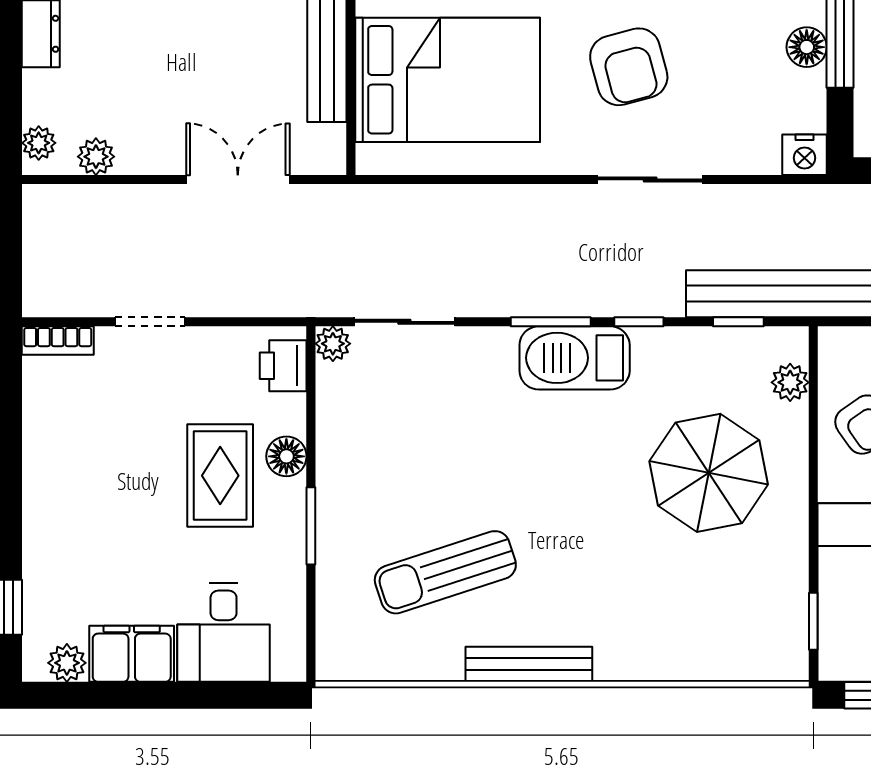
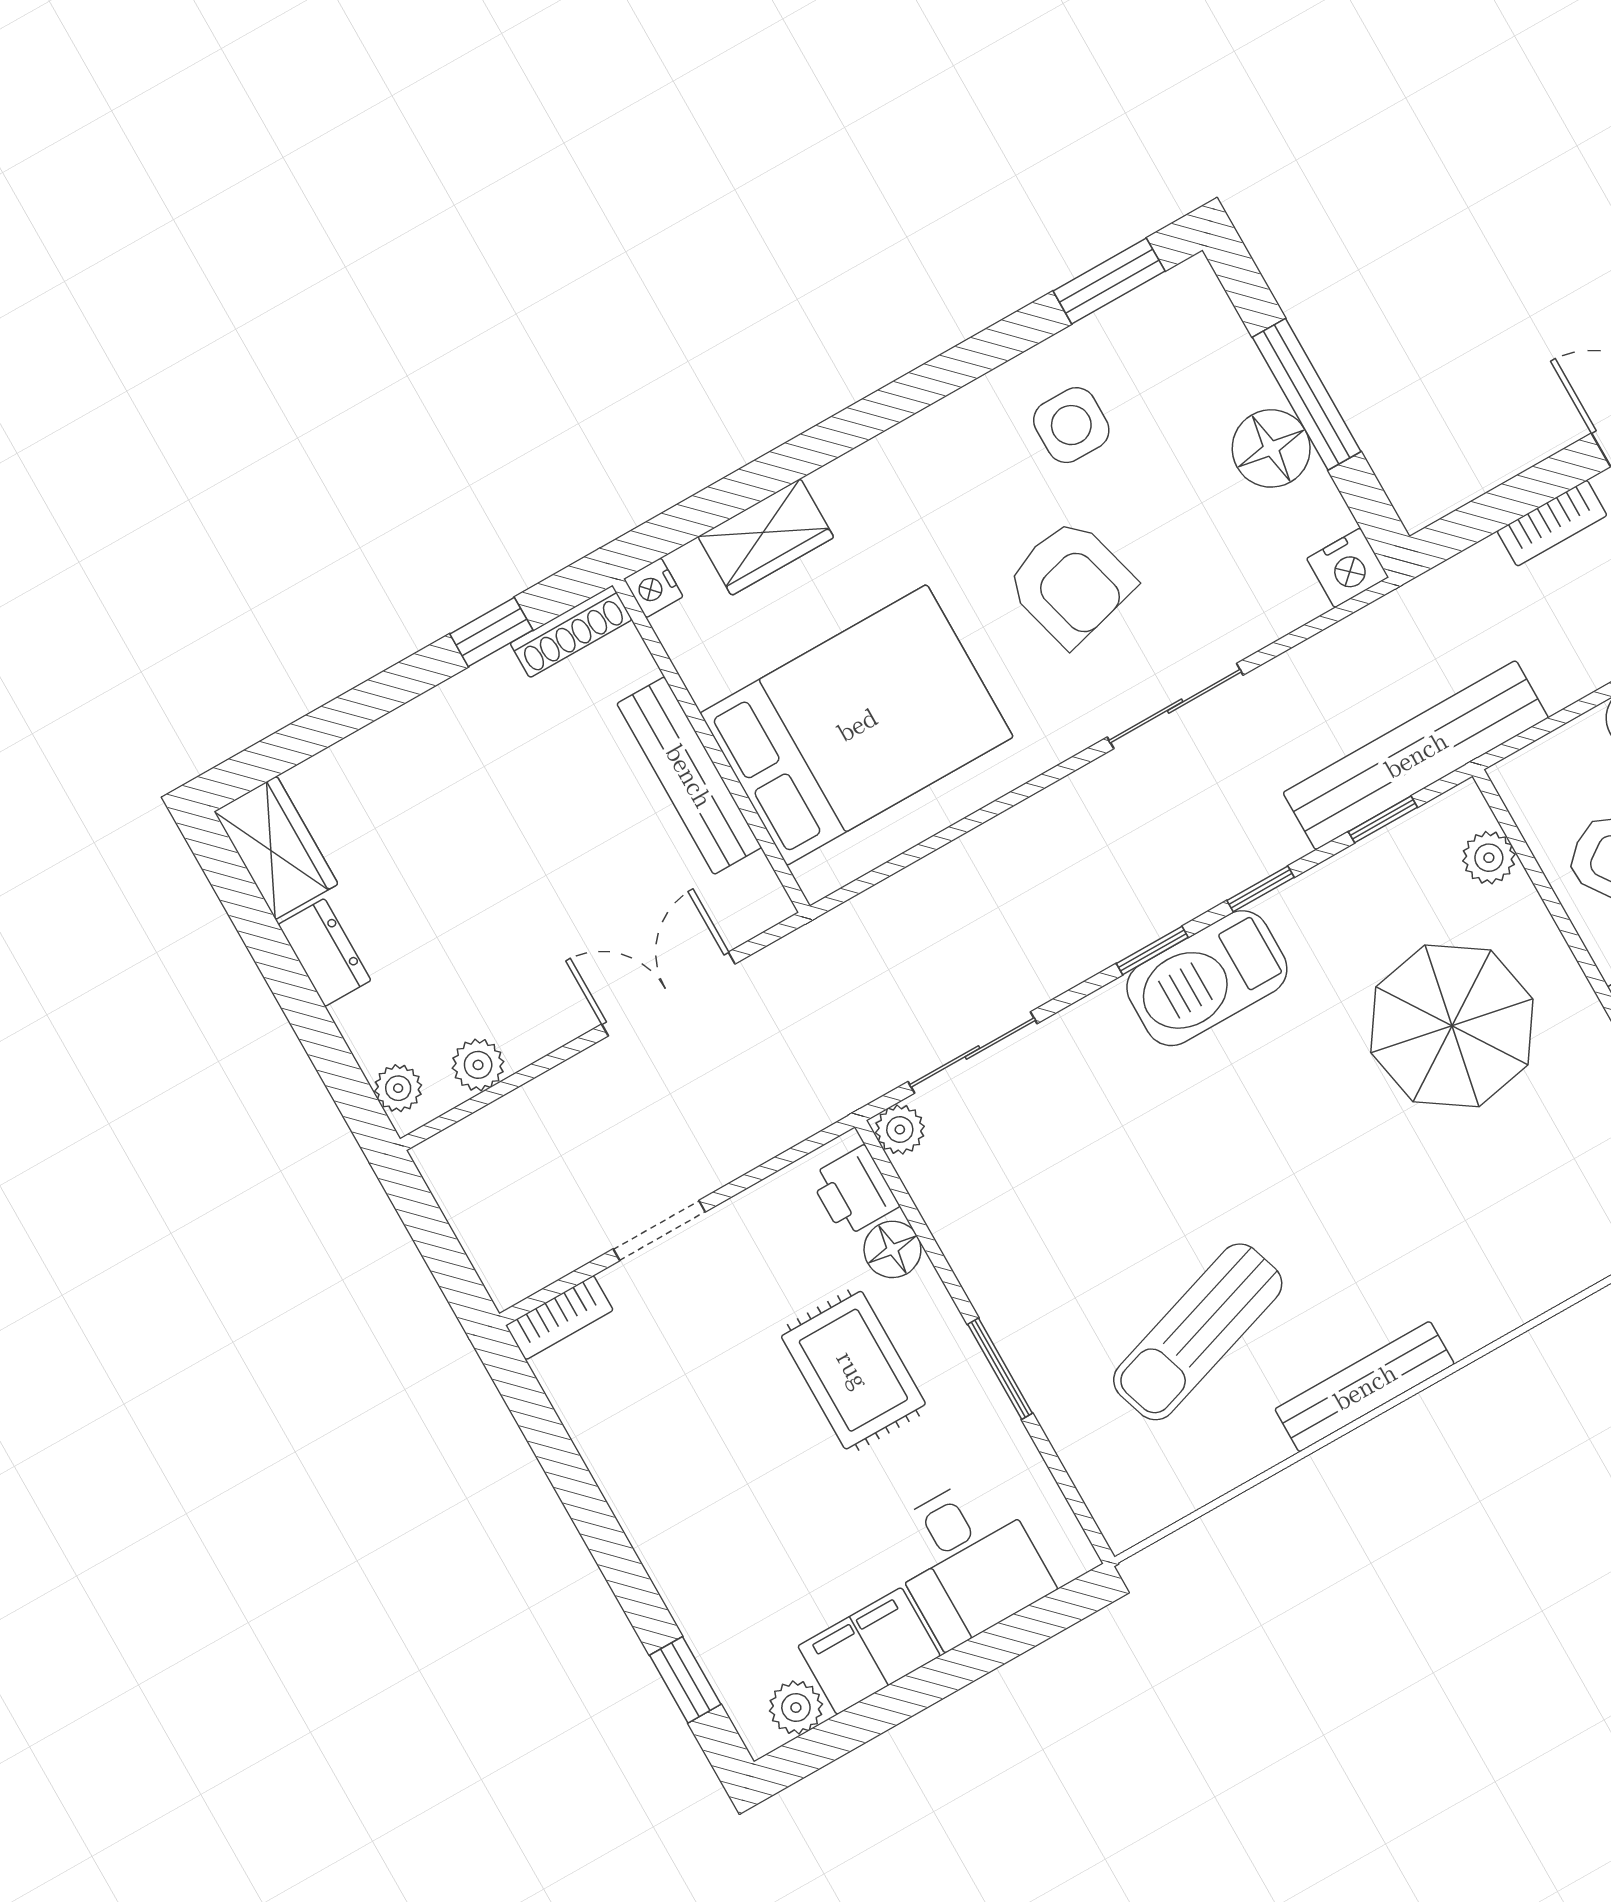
floor lamp: (807, 47) -> (1271, 448), width x1.38, depth x1.38
window: (551, 322) -> (1152, 950), width x0.67
floor lamp: (286, 456) -> (892, 1249), moved

